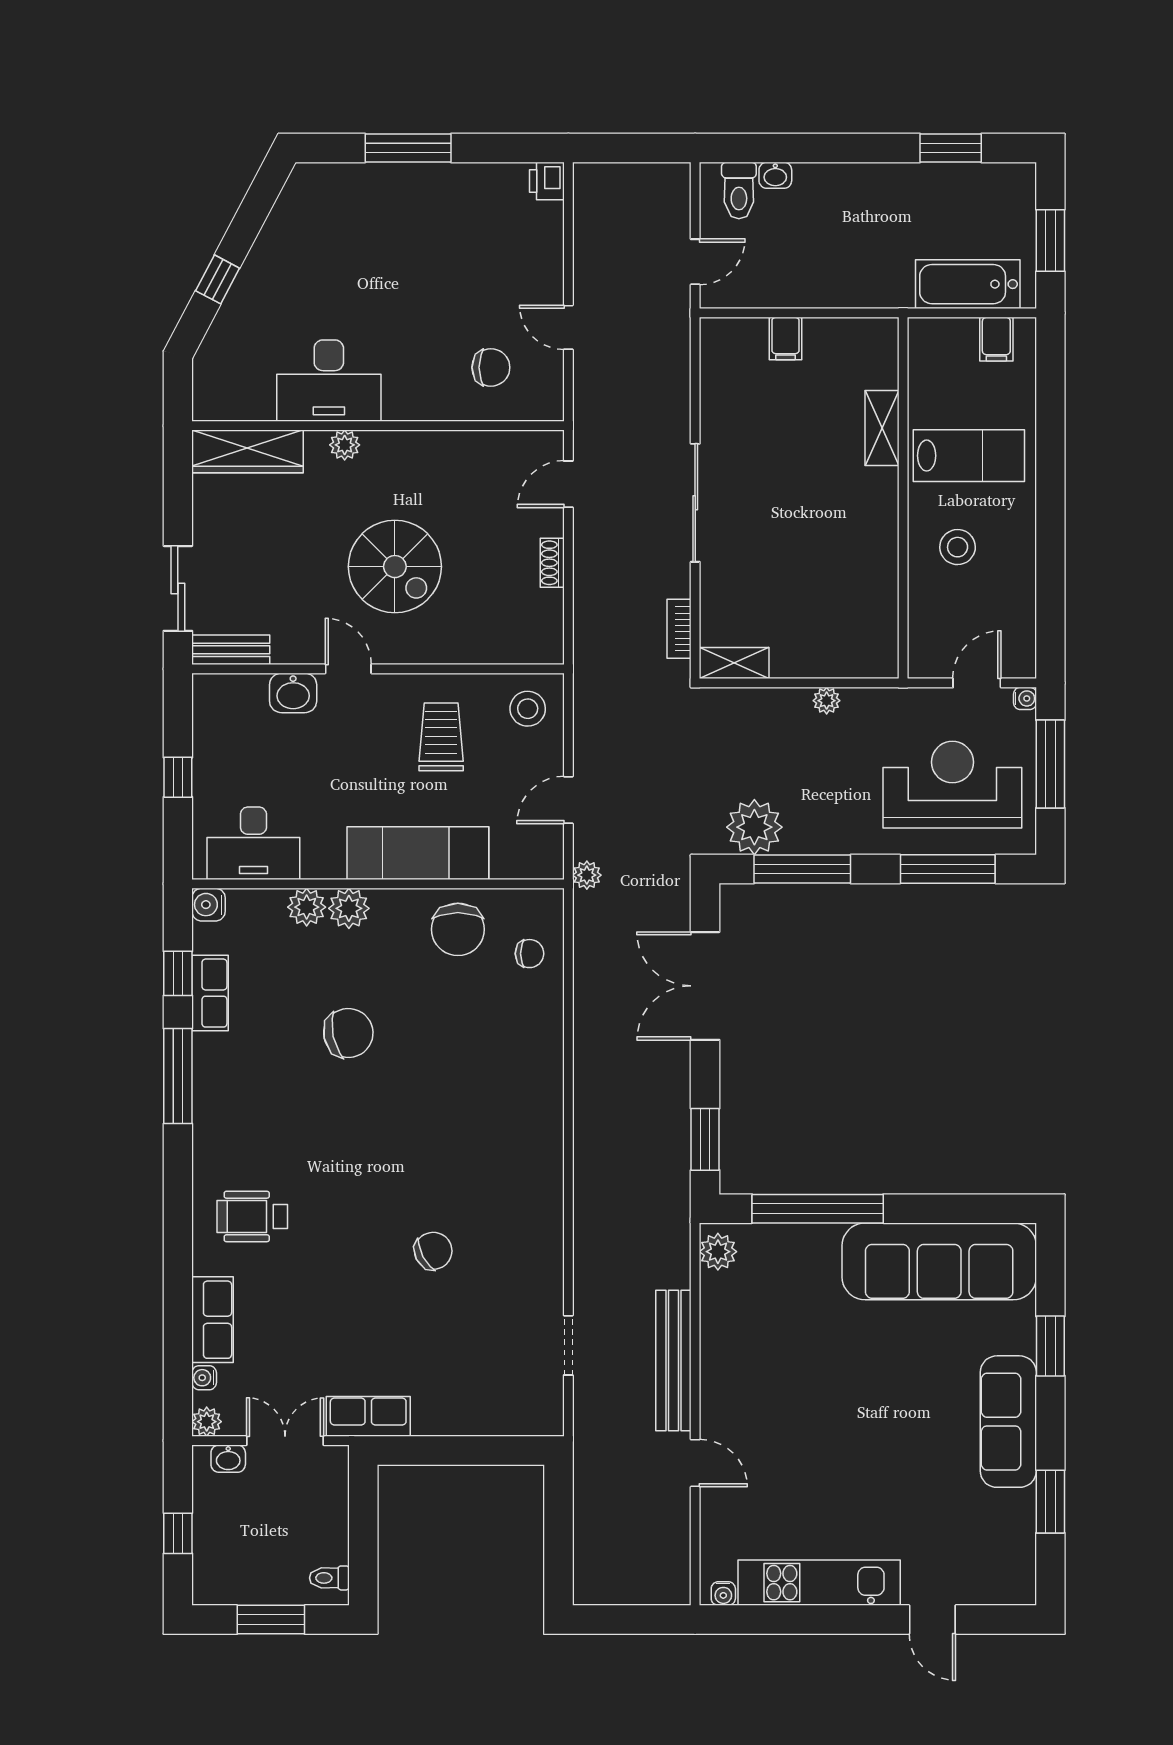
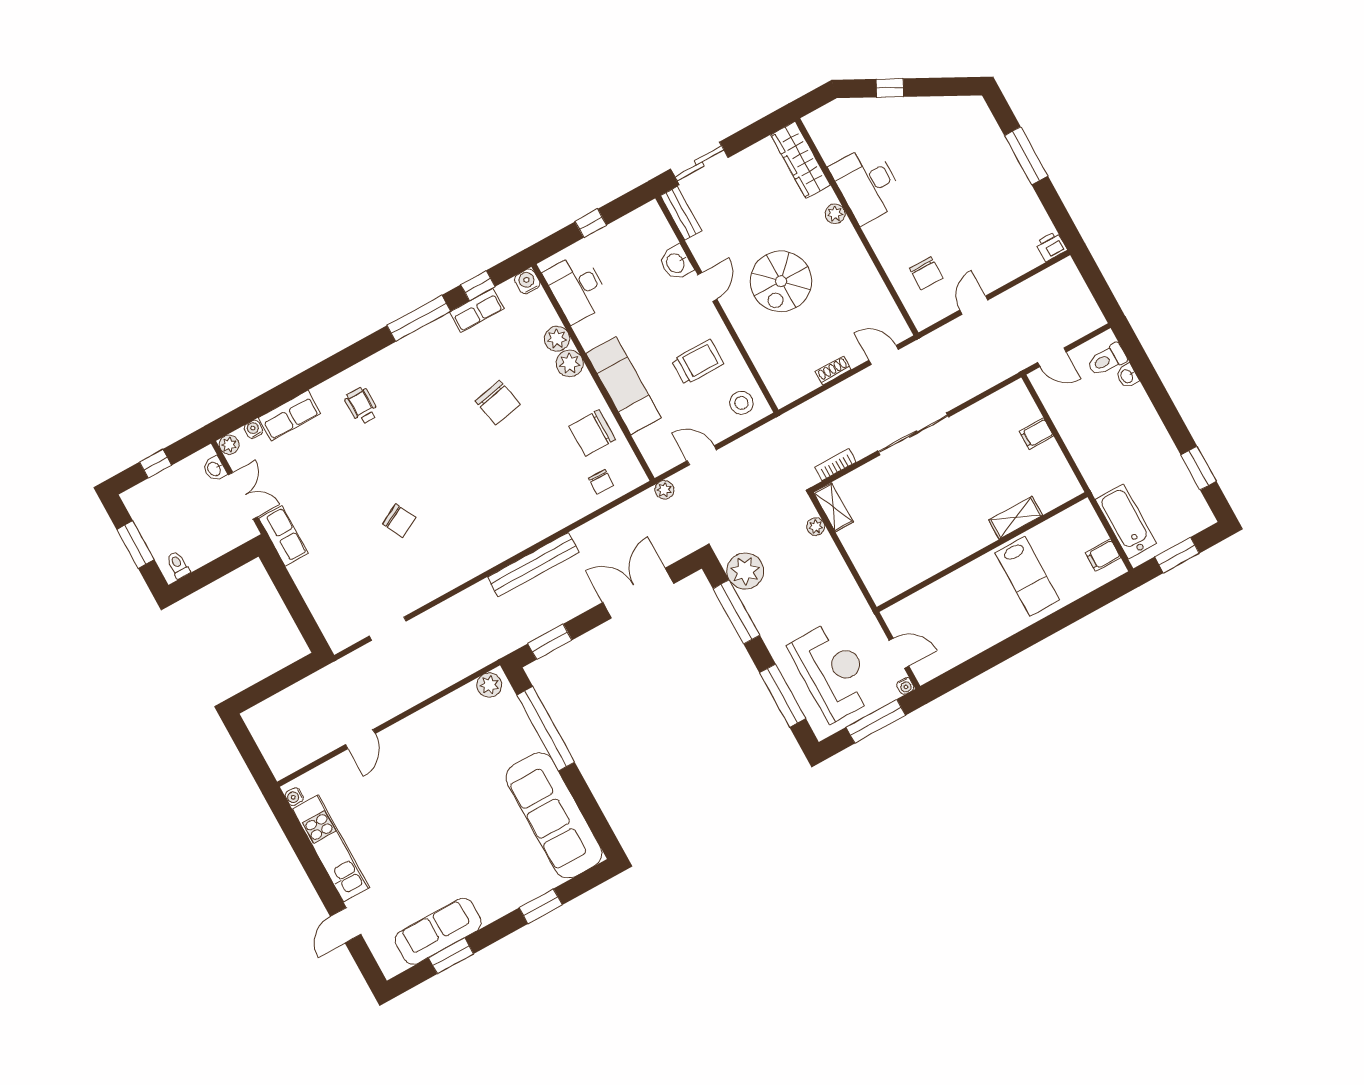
stool: (958, 547) -> (971, 599), removed
plant: (827, 701) -> (816, 527), moved
wheelchair: (252, 1216) -> (362, 406), width x0.73, depth x0.73
bench: (673, 1360) -> (533, 565), moved
sofa: (1008, 1422) -> (438, 931), moved

